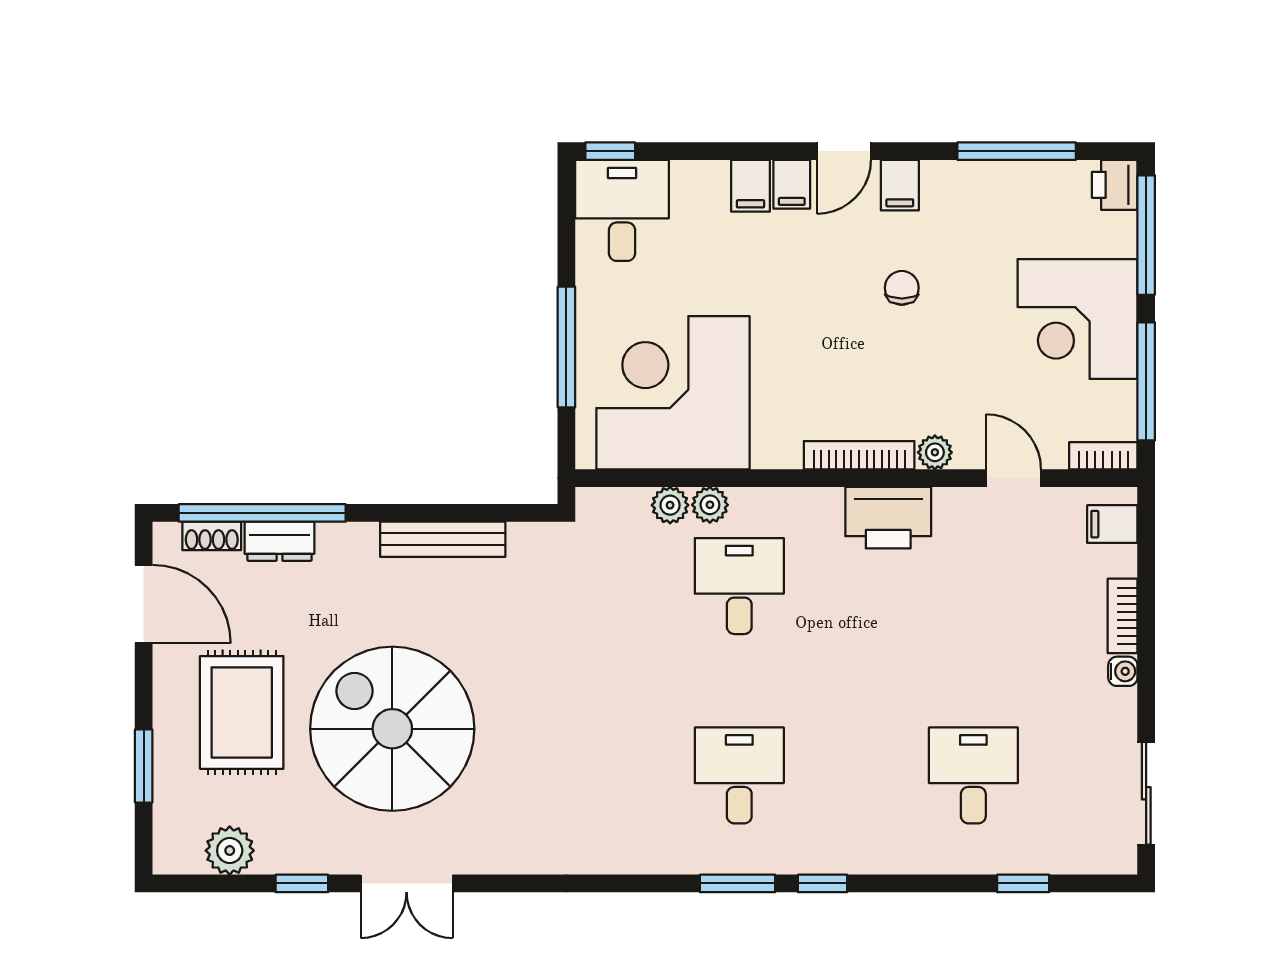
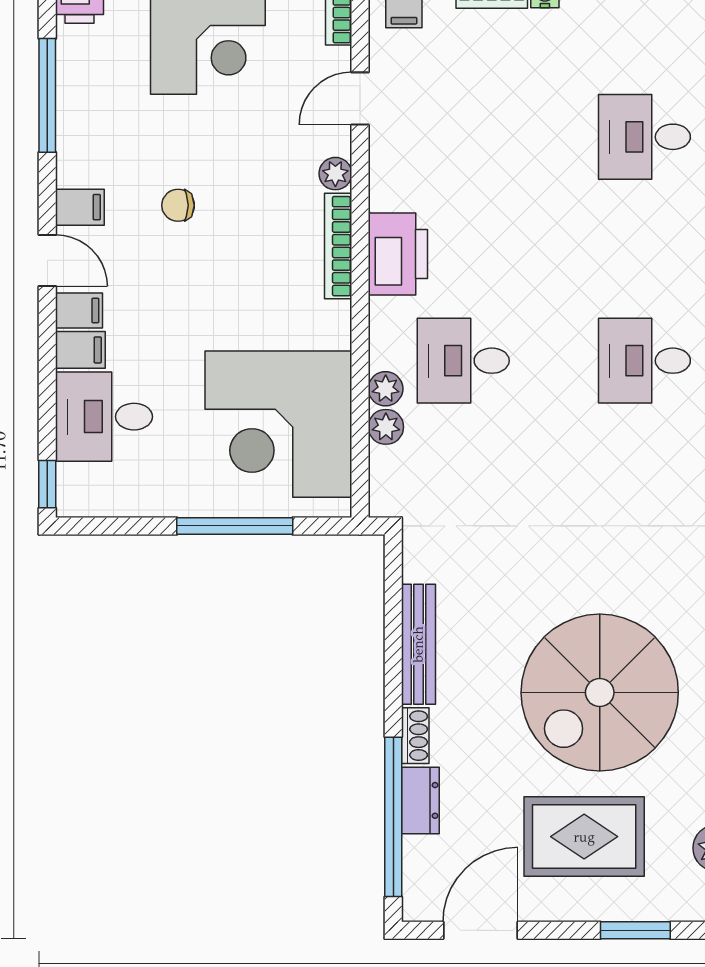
desk: (622, 210) -> (104, 417), moved
printer: (888, 518) -> (398, 254), moved
shoe rack: (212, 536) -> (415, 736), moved

